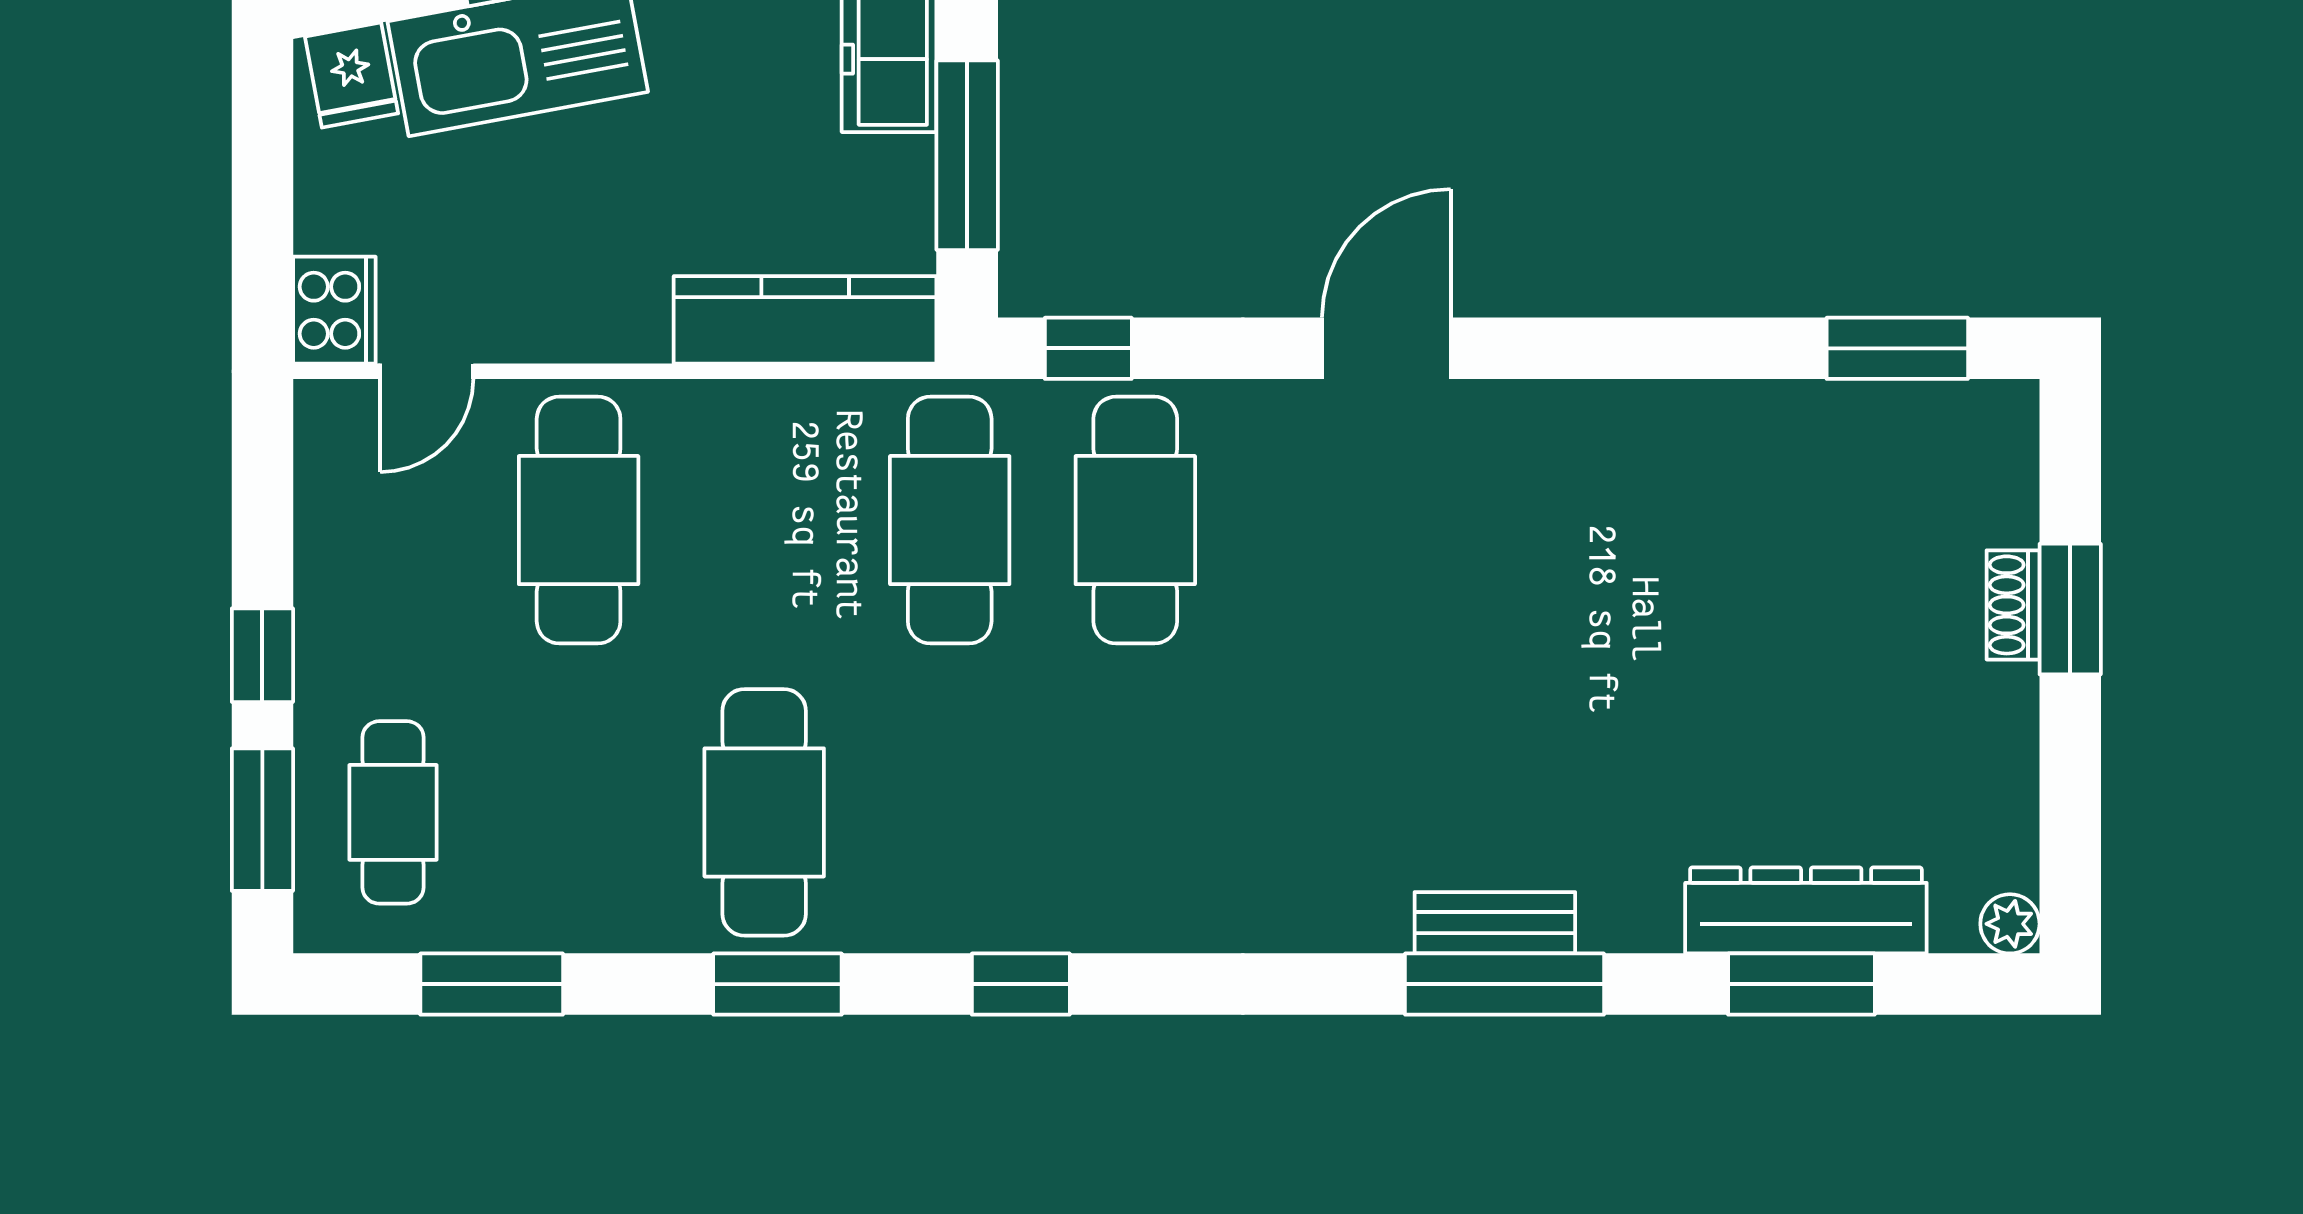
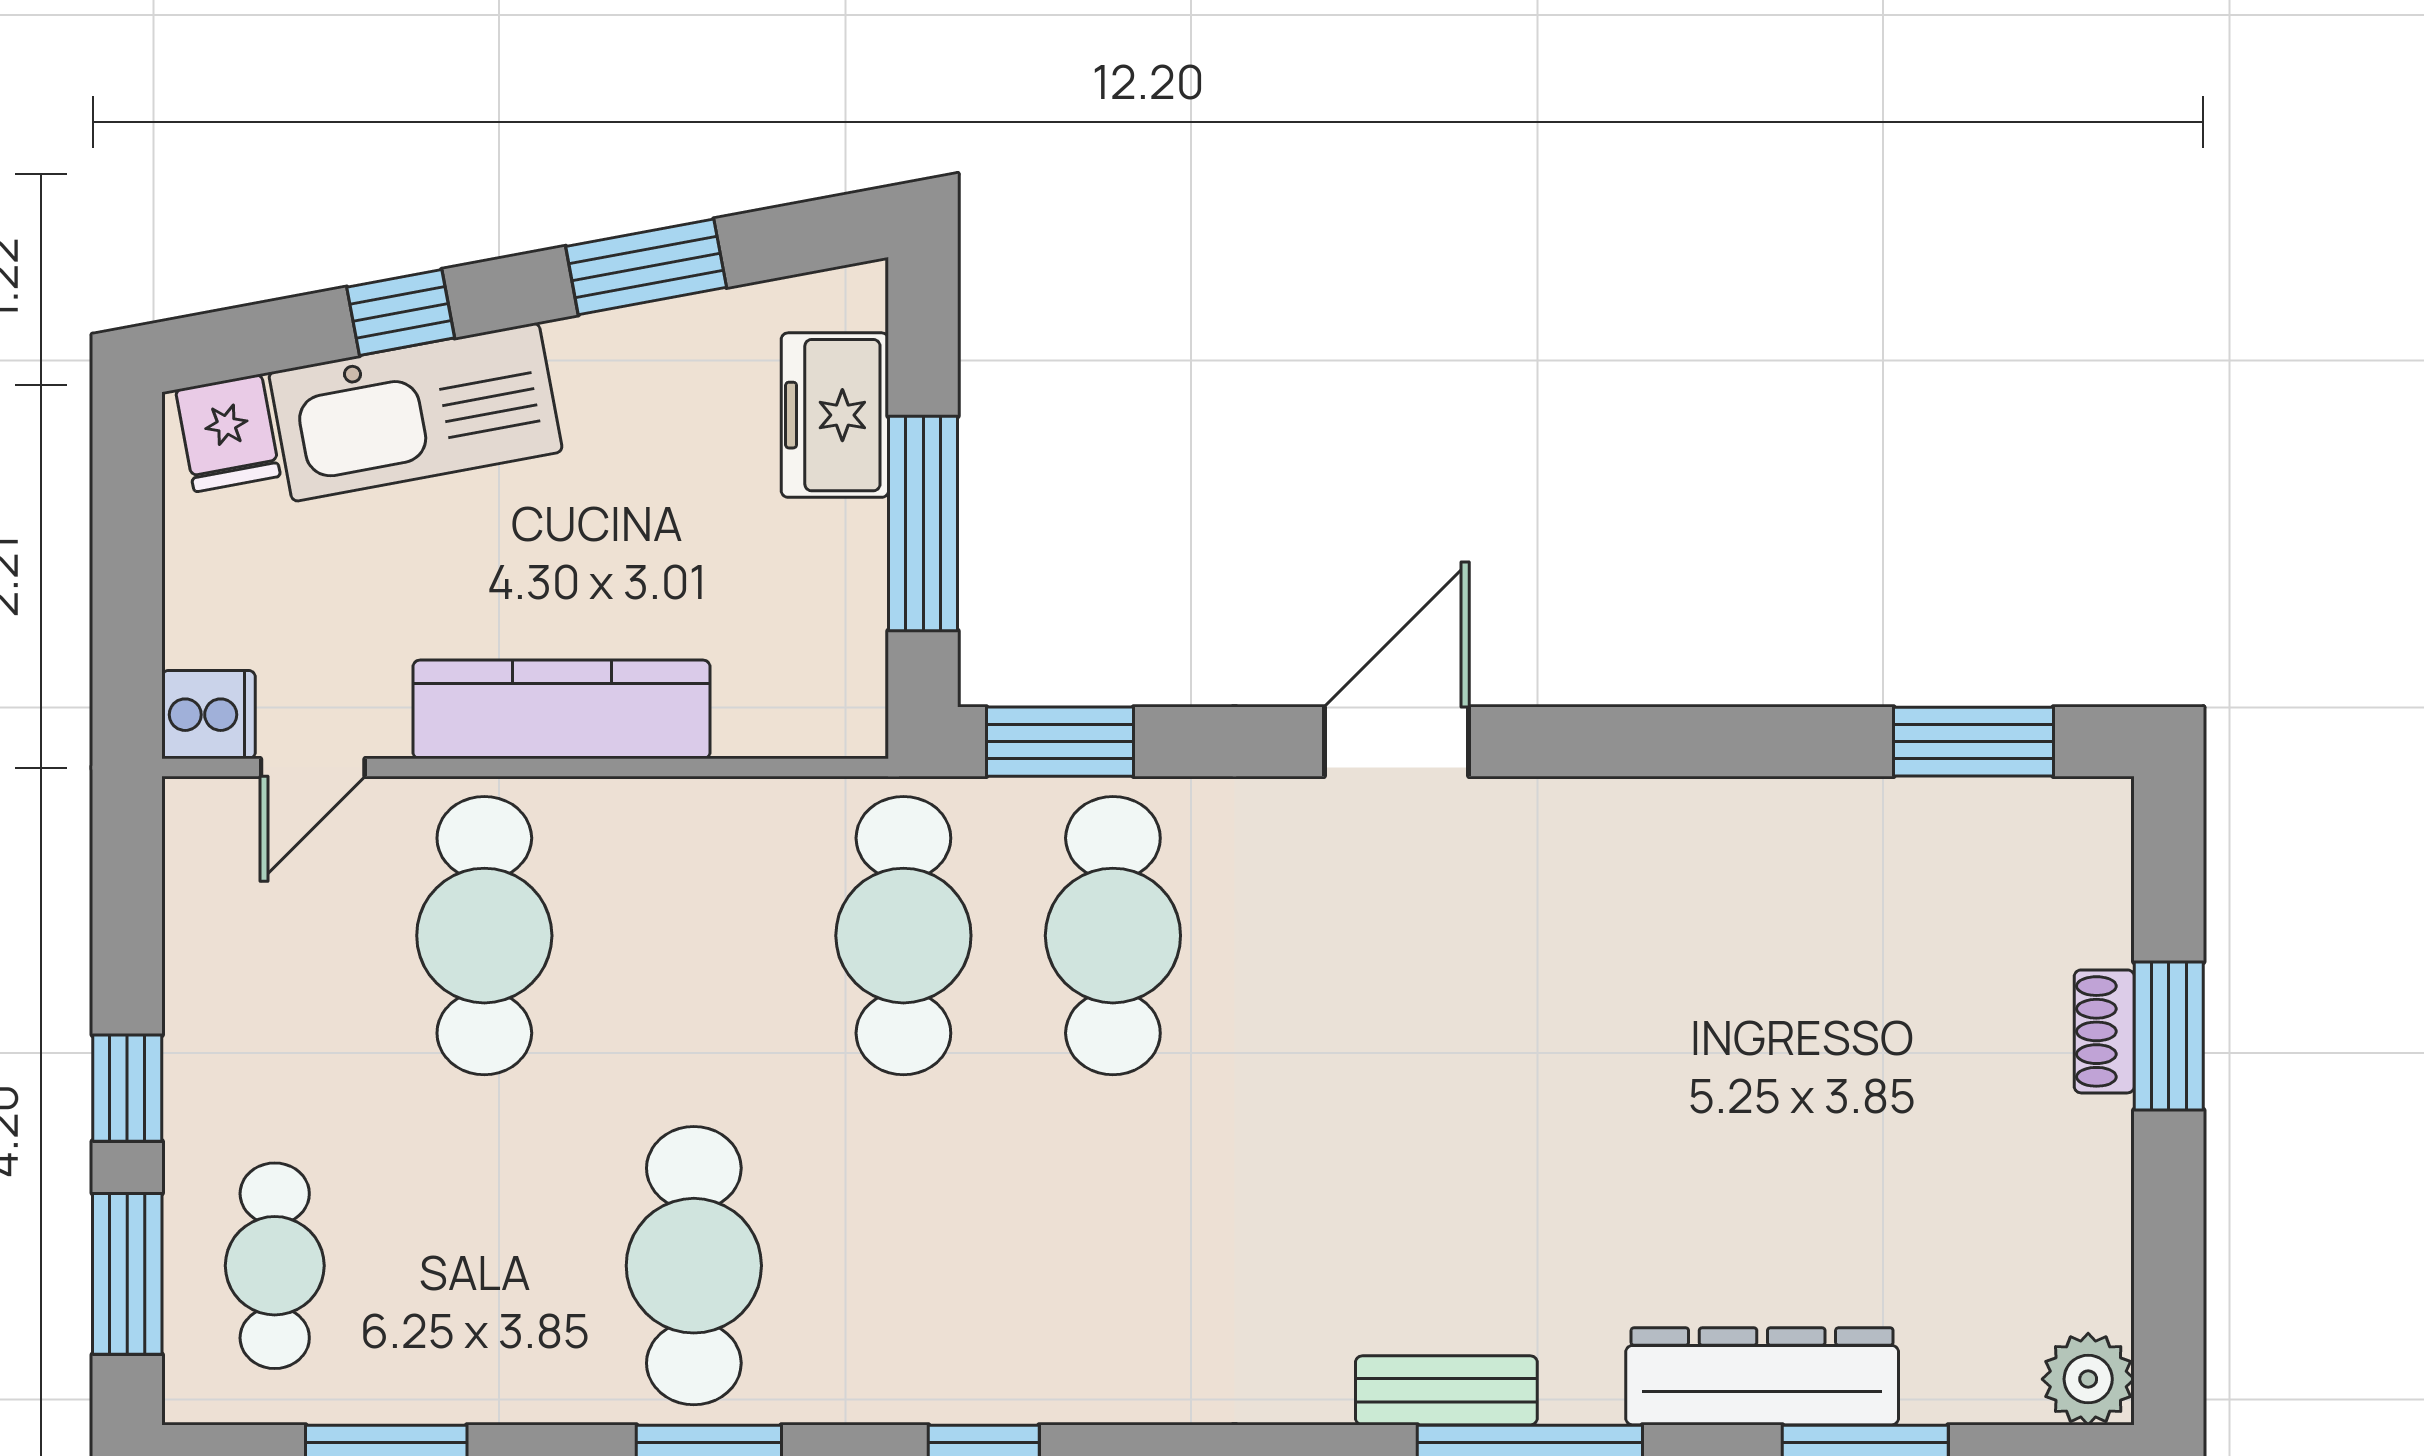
cooker: (334, 310) -> (209, 715), width x0.73
kitchen counter: (805, 320) -> (562, 709), moved
window: (1088, 348) -> (1060, 742), width x1.50
dresser: (1806, 910) -> (1762, 1376), moved
bench: (1495, 923) -> (1446, 1390), moved
plant: (2010, 924) -> (2088, 1379), width x1.38, depth x1.38

